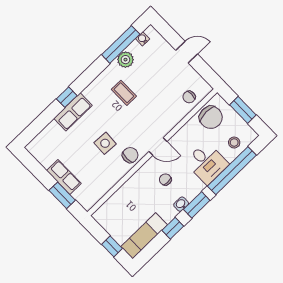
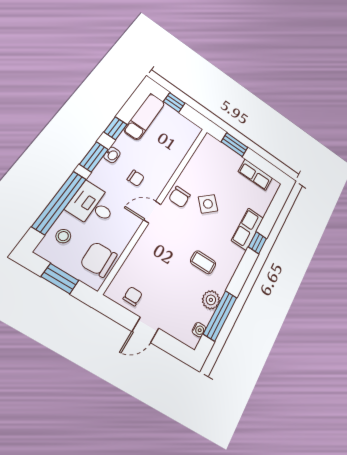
chair: (189, 97) -> (133, 296), moved
side table: (105, 143) -> (208, 204), turned 45
row of seats: (64, 177) -> (255, 175), moved

